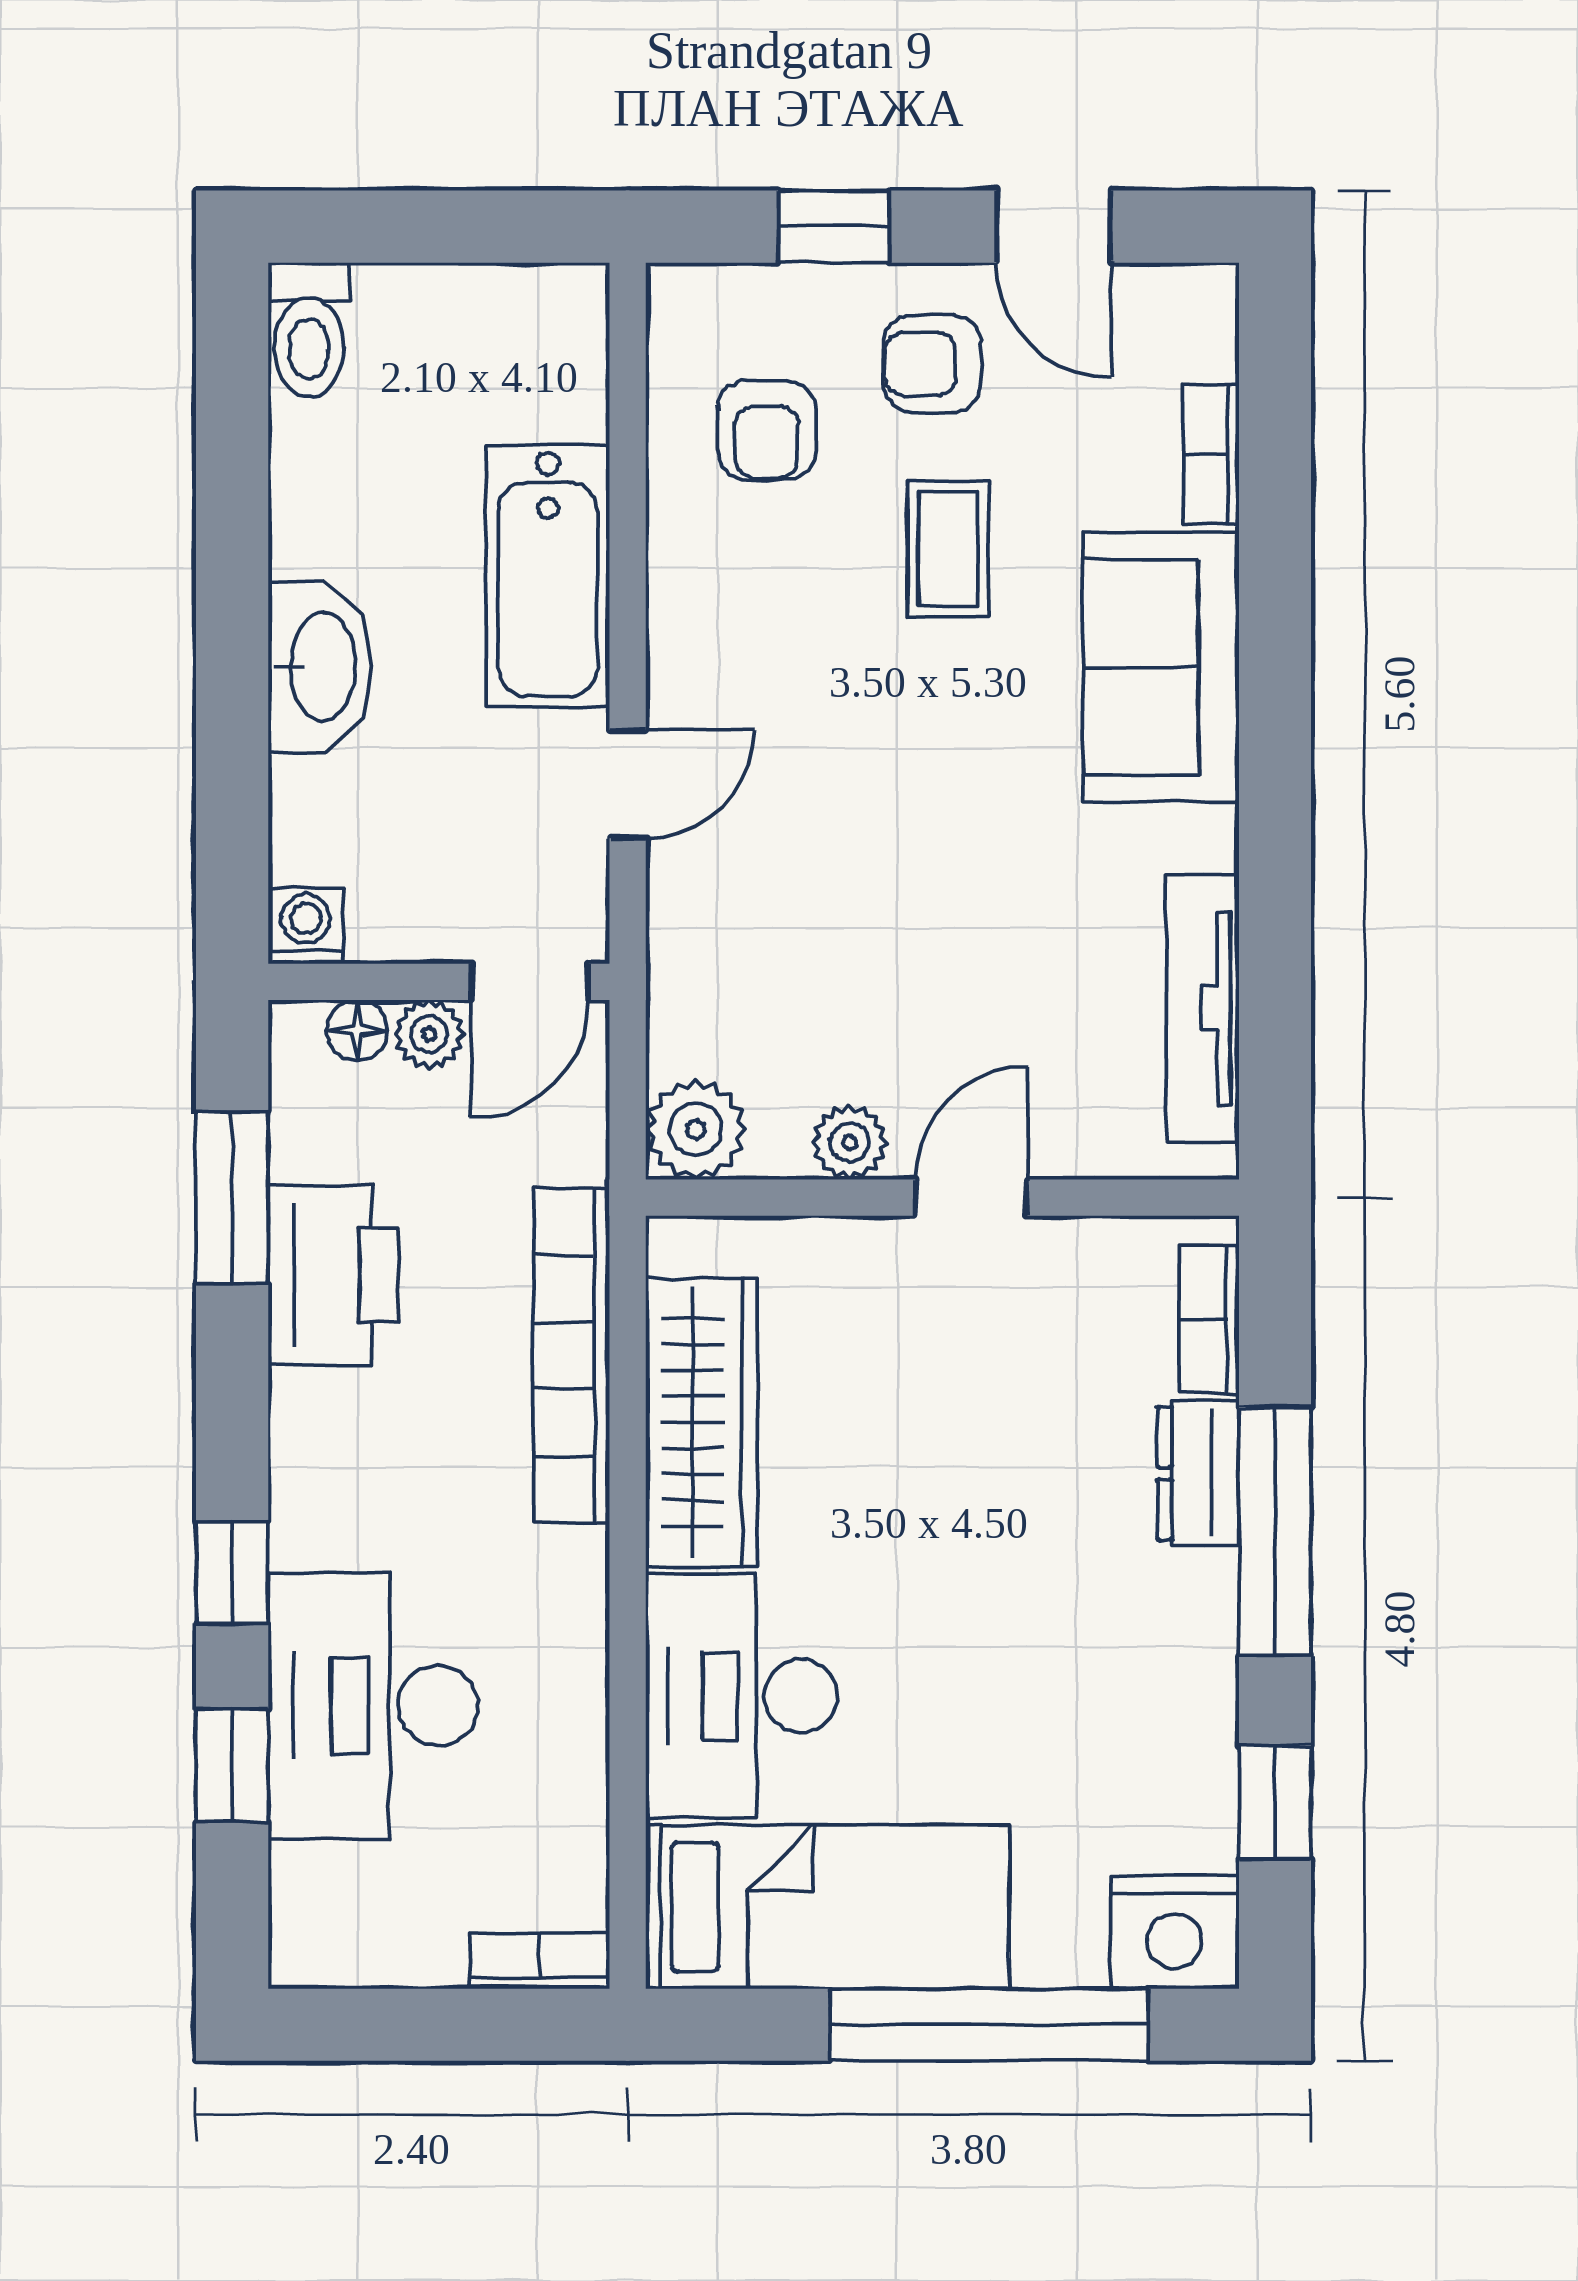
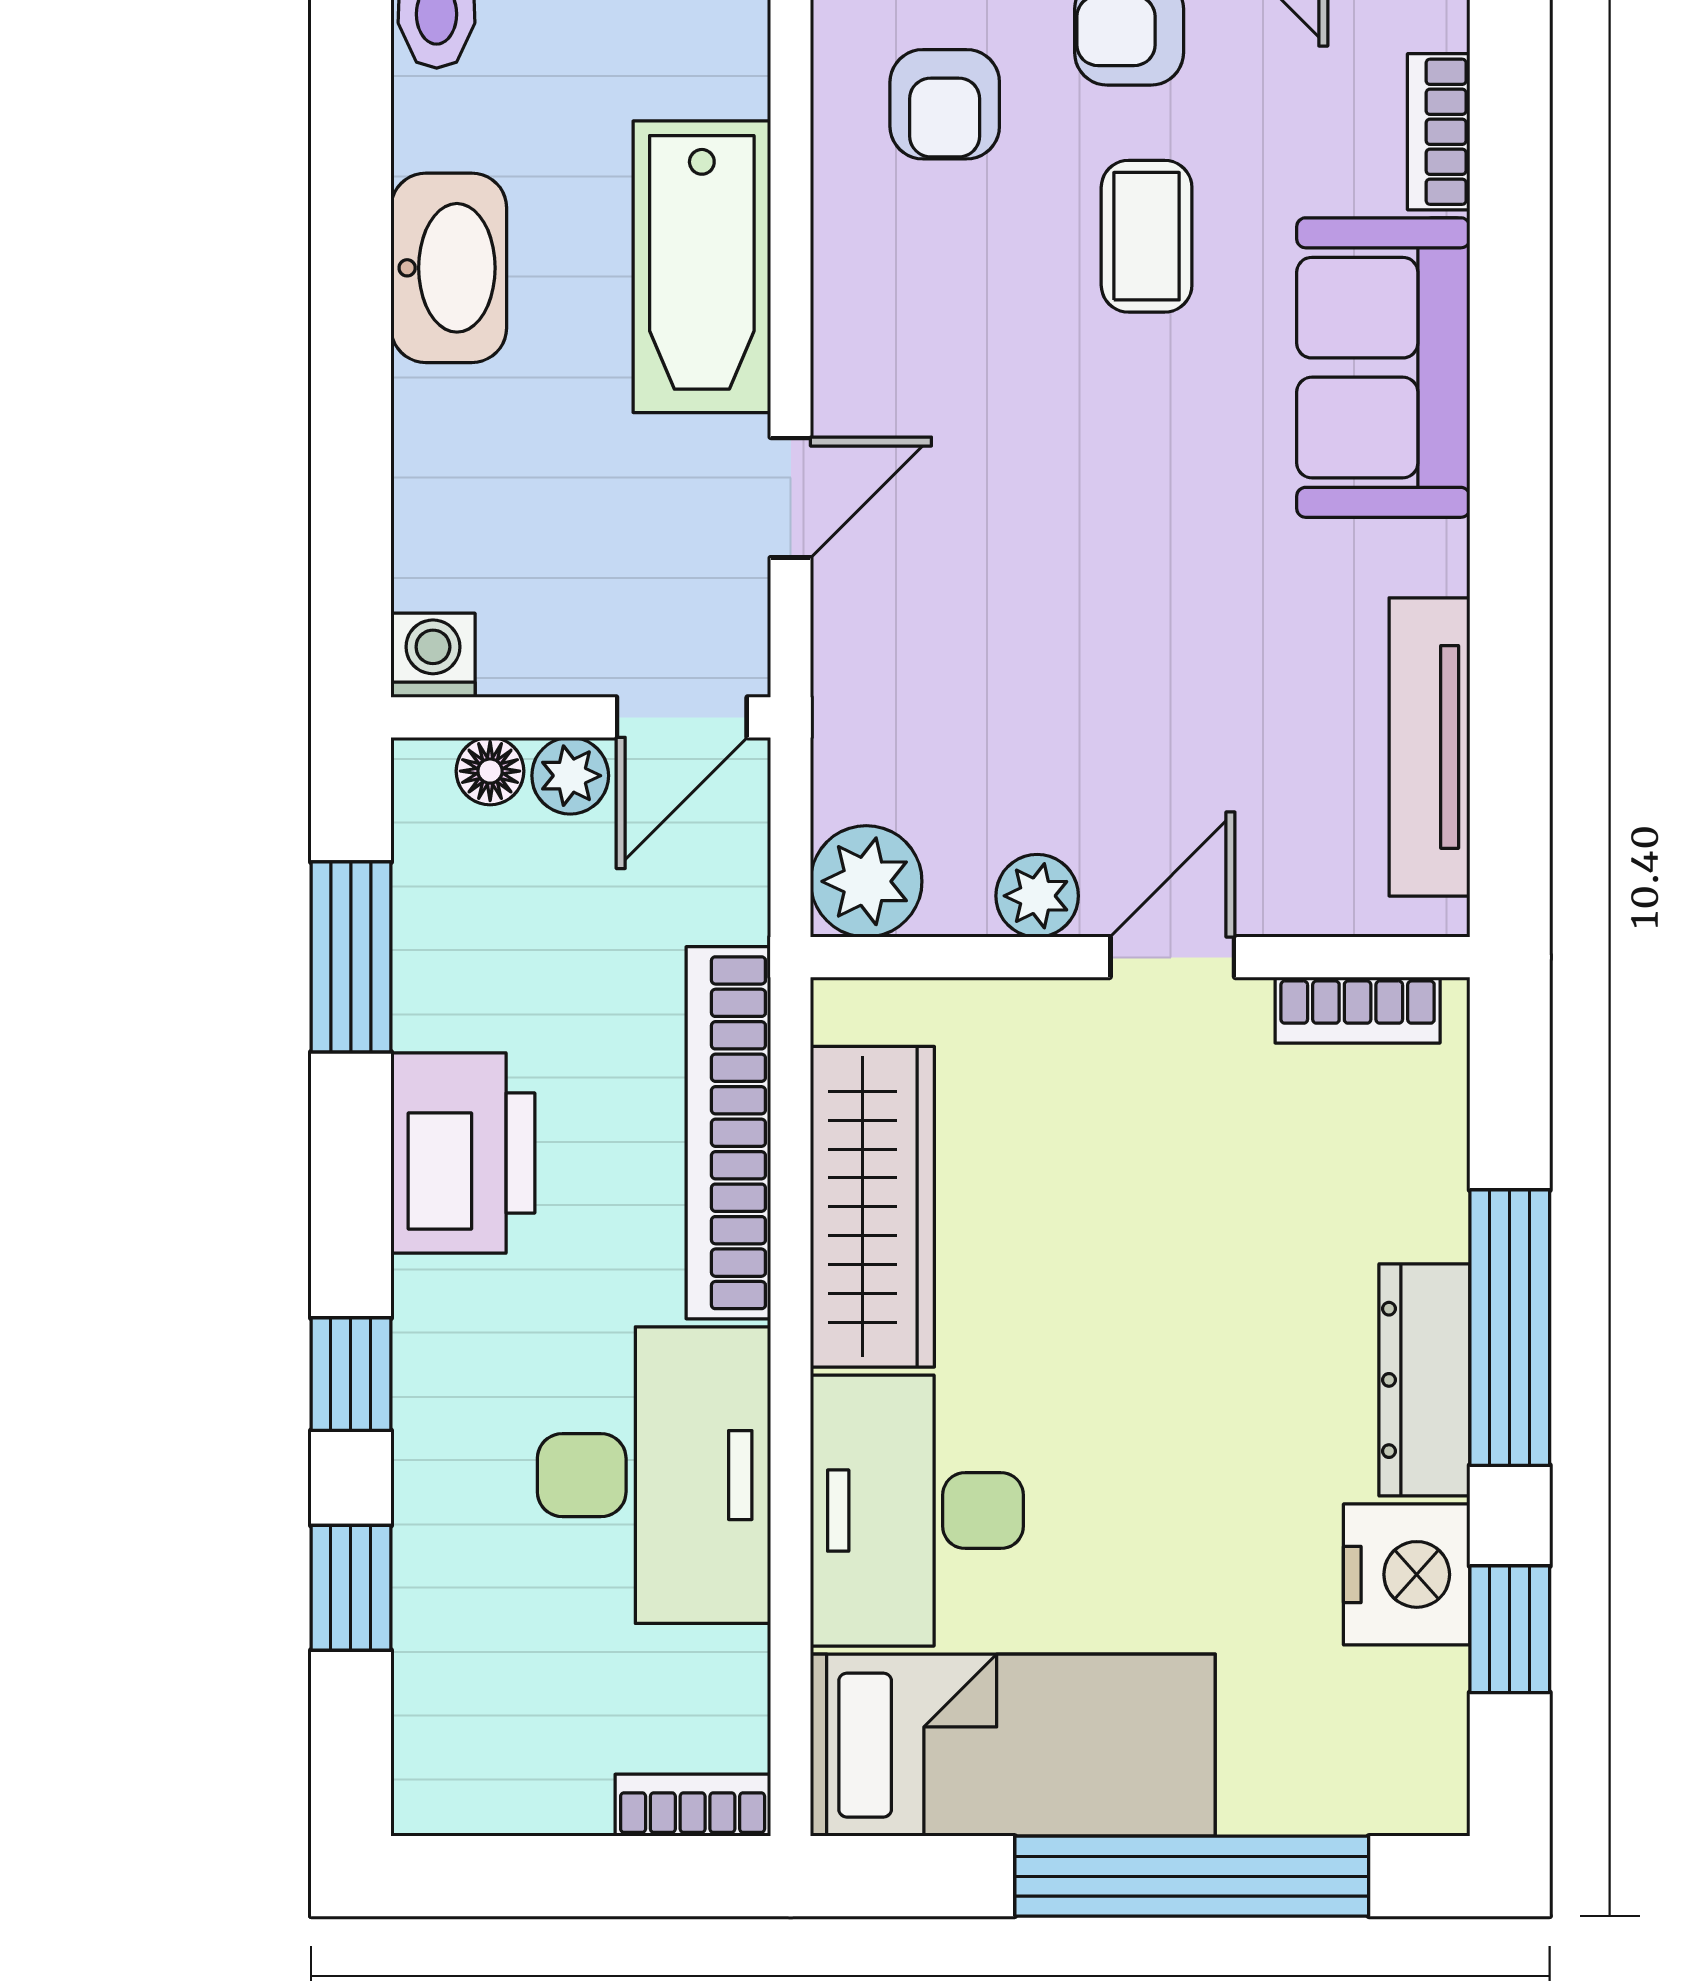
washbasin: (320, 667) -> (449, 268), moved
printer: (333, 1275) -> (463, 1153), moved
bookcase: (1209, 1319) -> (1358, 1010), moved, turned -90
dresser: (1198, 1473) -> (1424, 1380), moved, width x1.44
desk: (373, 1706) -> (654, 1475), moved, turned 180
nightstand: (1174, 1932) -> (1407, 1574), moved, turned -90

